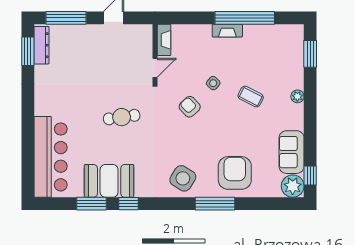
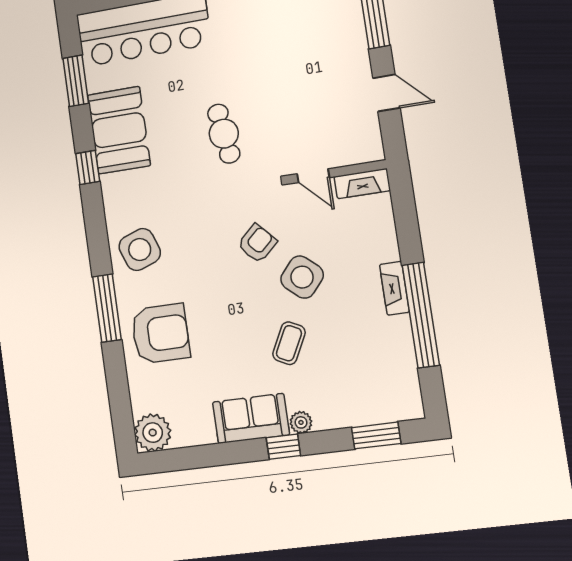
side table: (213, 83) -> (302, 277), width x1.87, depth x1.87
sofa: (292, 152) -> (251, 418), moved
window: (310, 176) -> (283, 447), moved
side table: (183, 178) -> (140, 250), turned 38
window: (92, 204) -> (76, 81), moved

